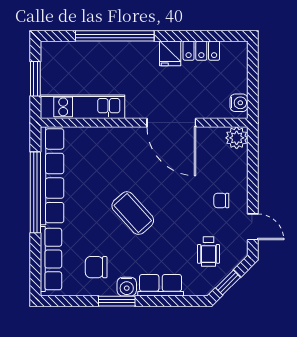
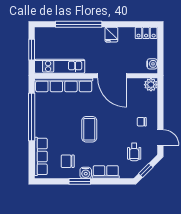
locker: (201, 51) -> (146, 33), moved
row of seats: (52, 176) -> (64, 85), moved, turned 90
coffee table: (133, 213) -> (89, 129), turned 42

